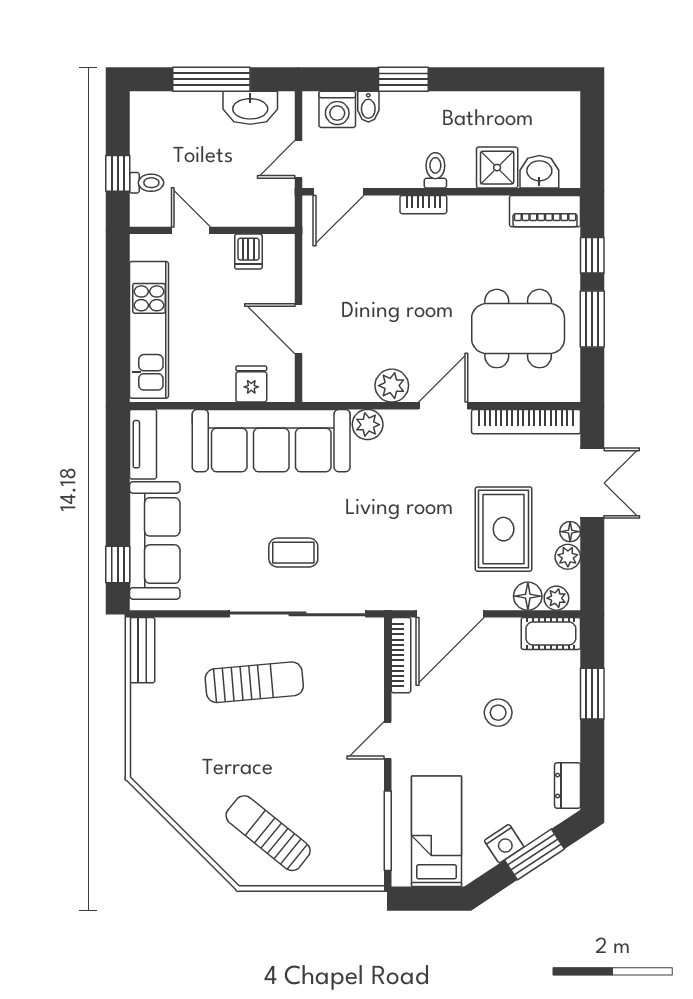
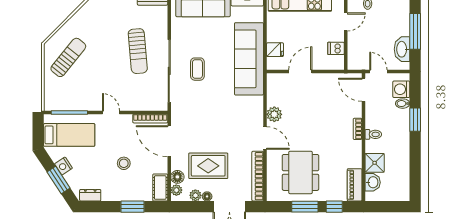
plant: (368, 425) -> (256, 103), removed

